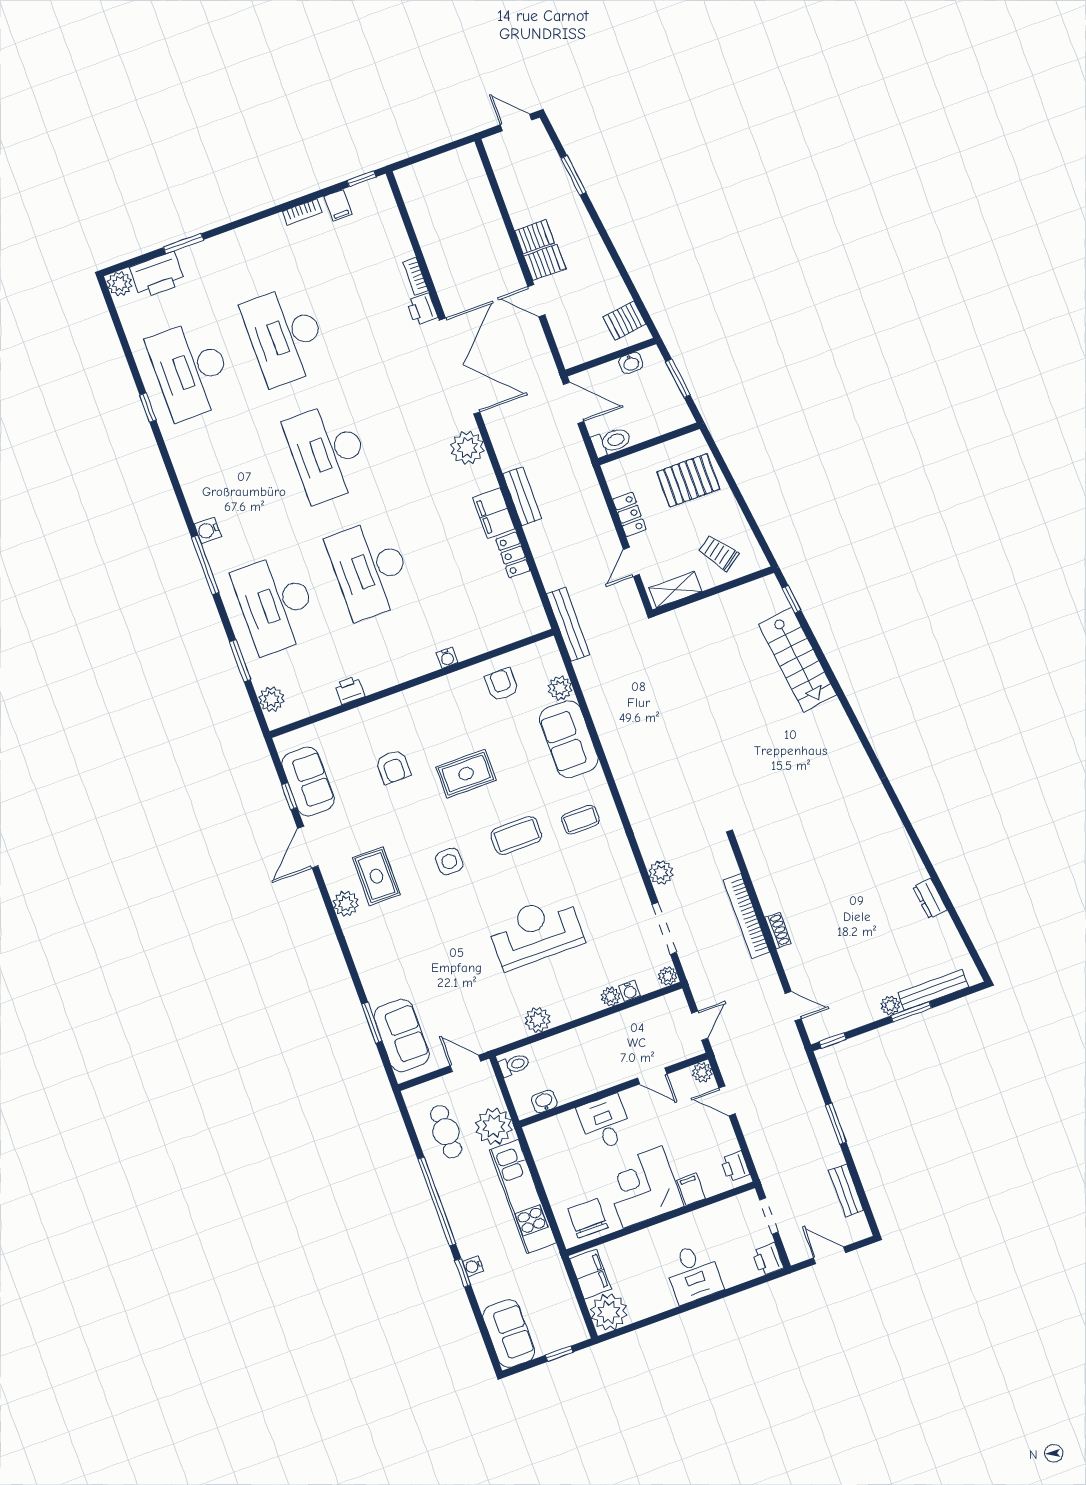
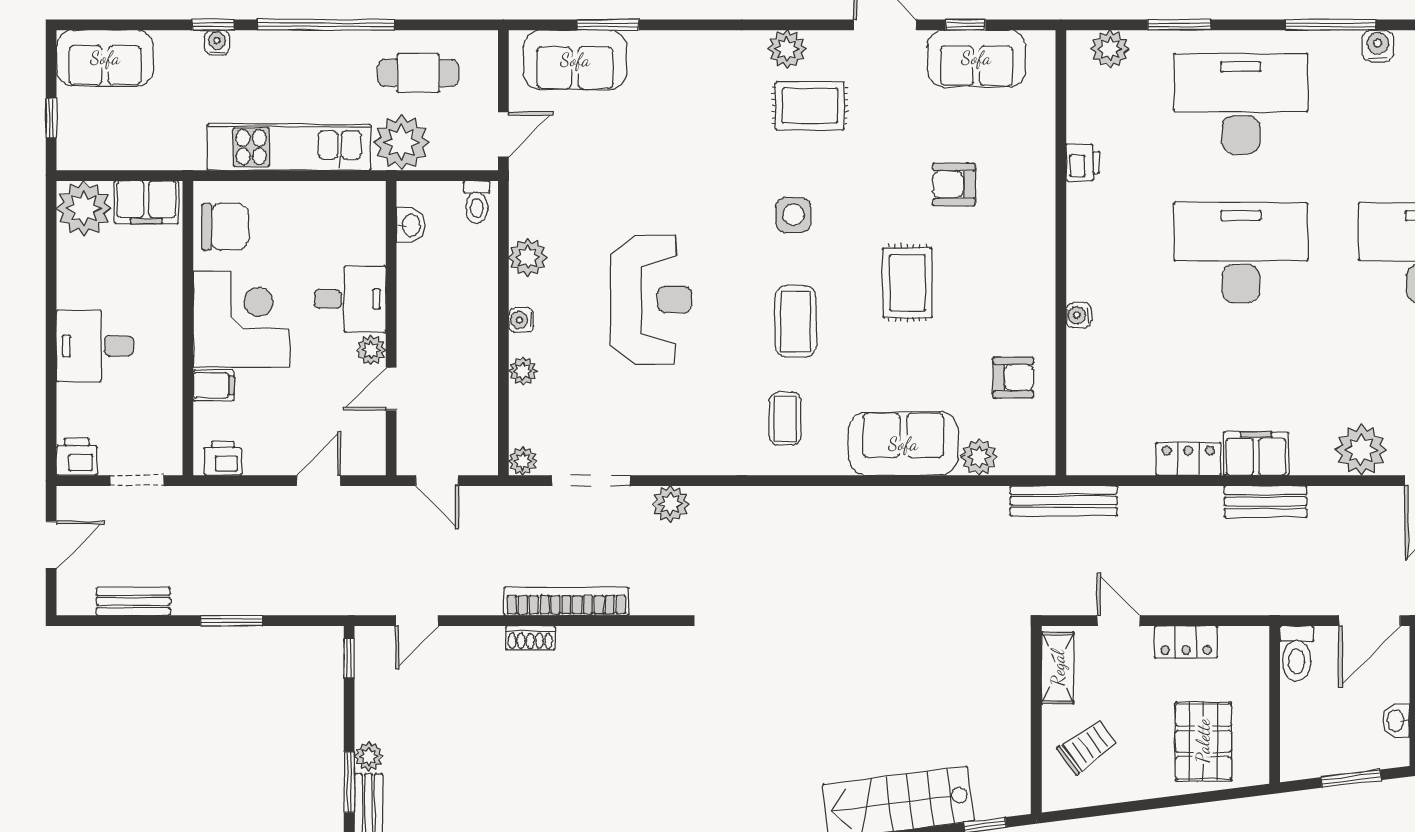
water cooler: (630, 991) -> (521, 320), moved
plant: (702, 1072) -> (371, 350), moved

